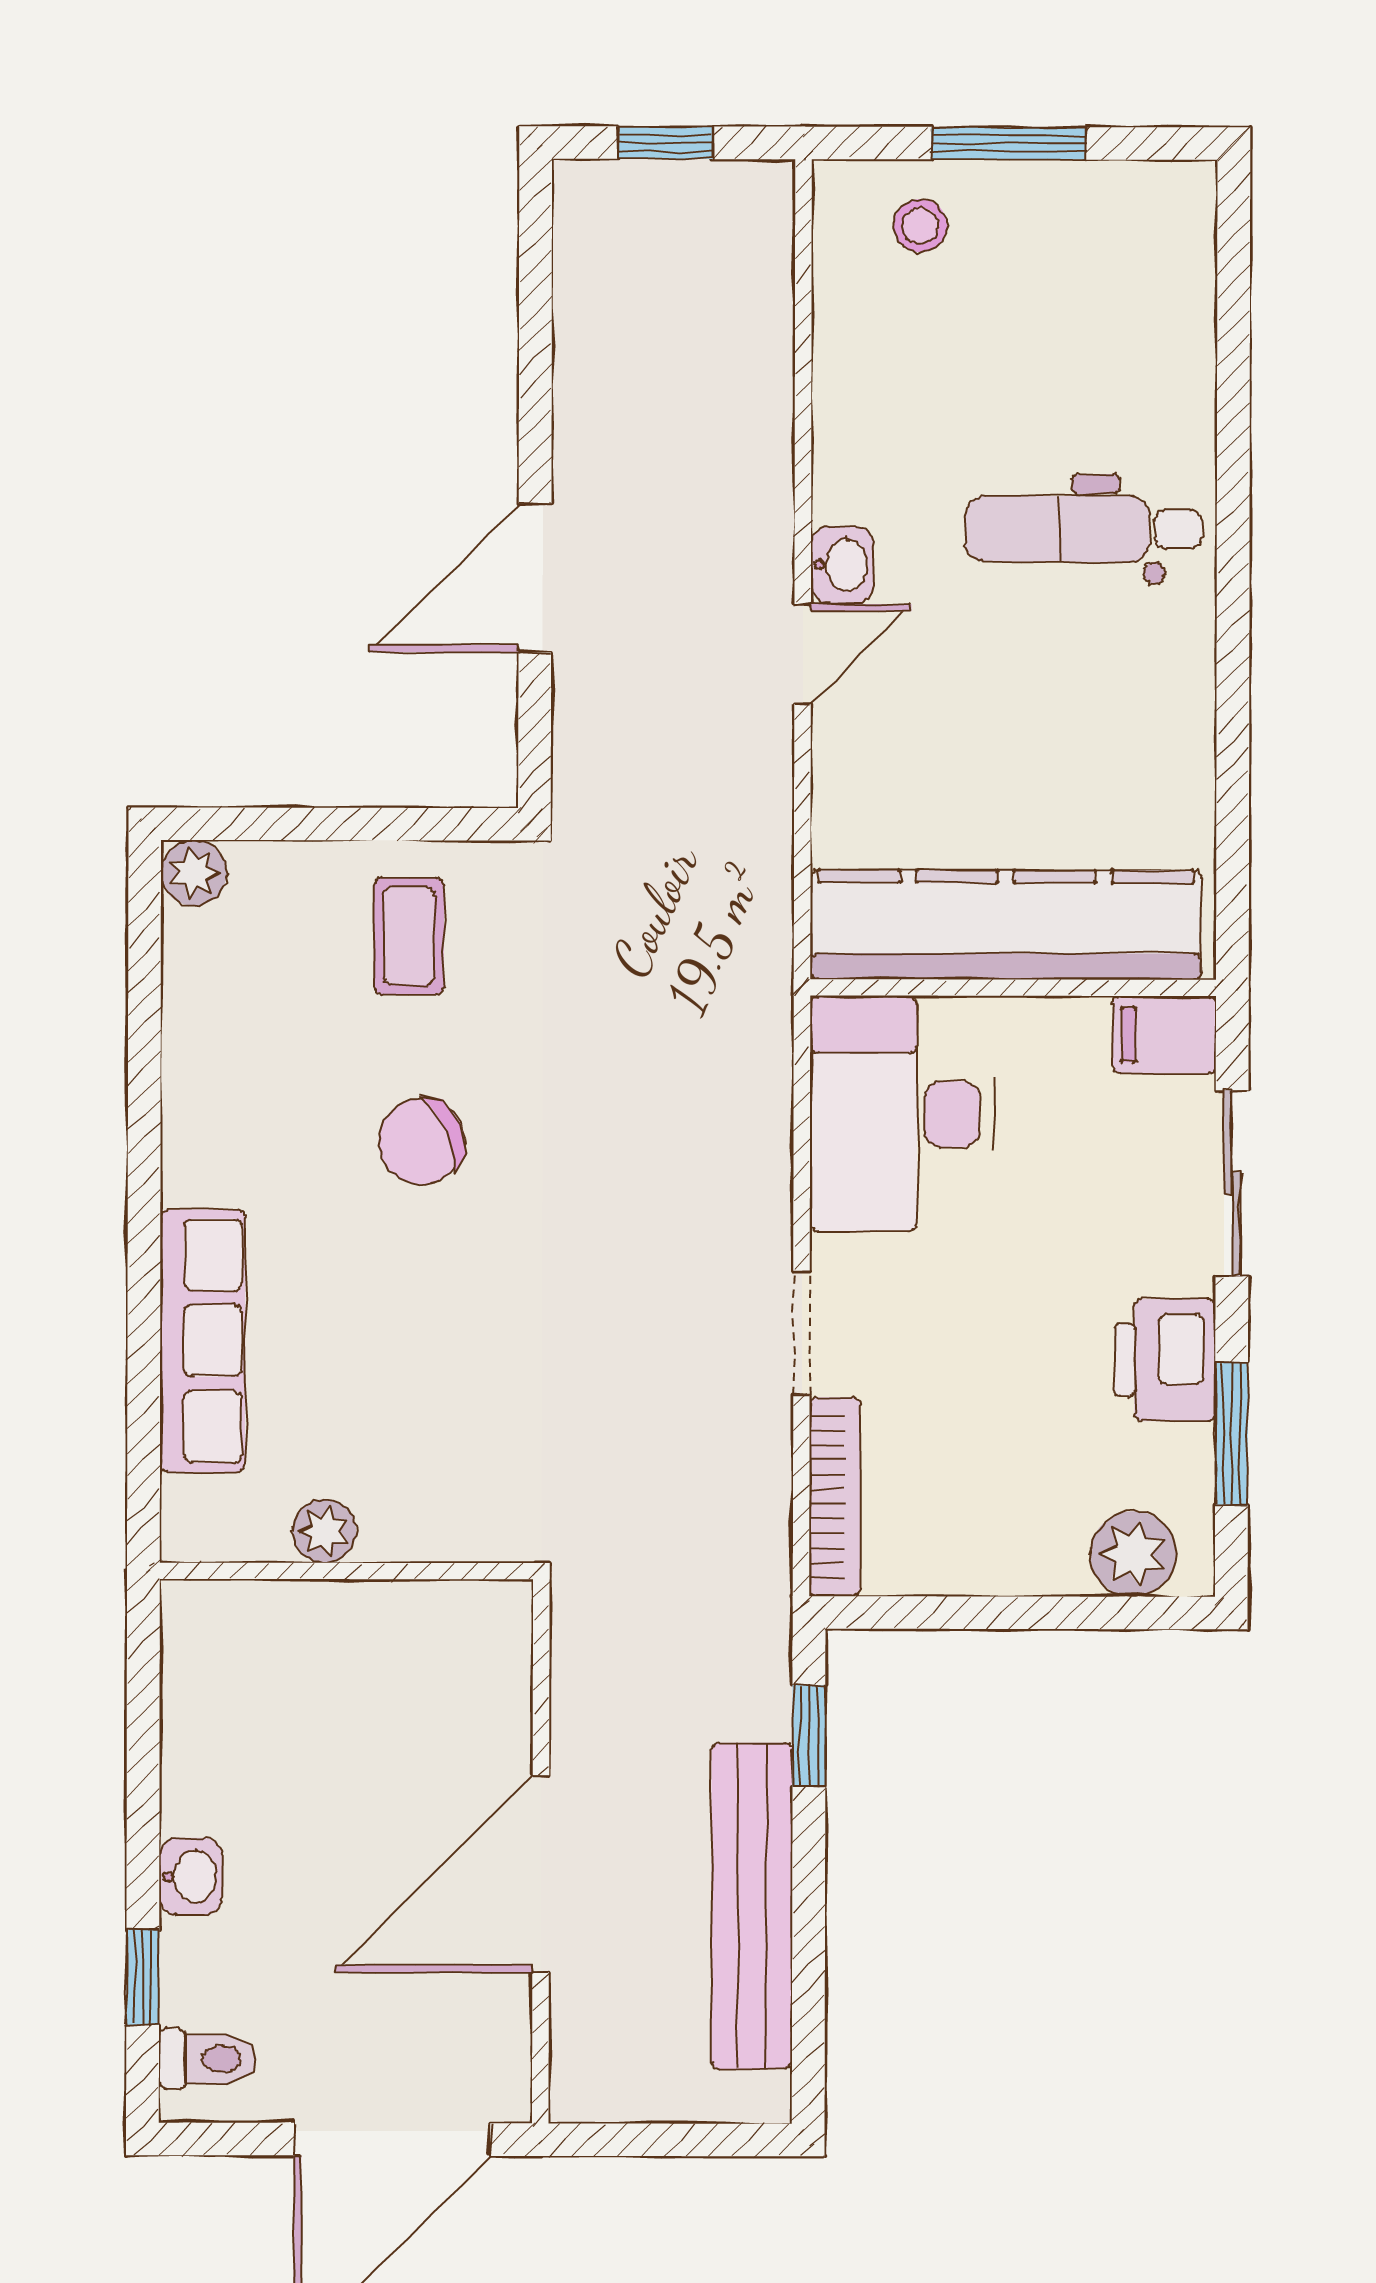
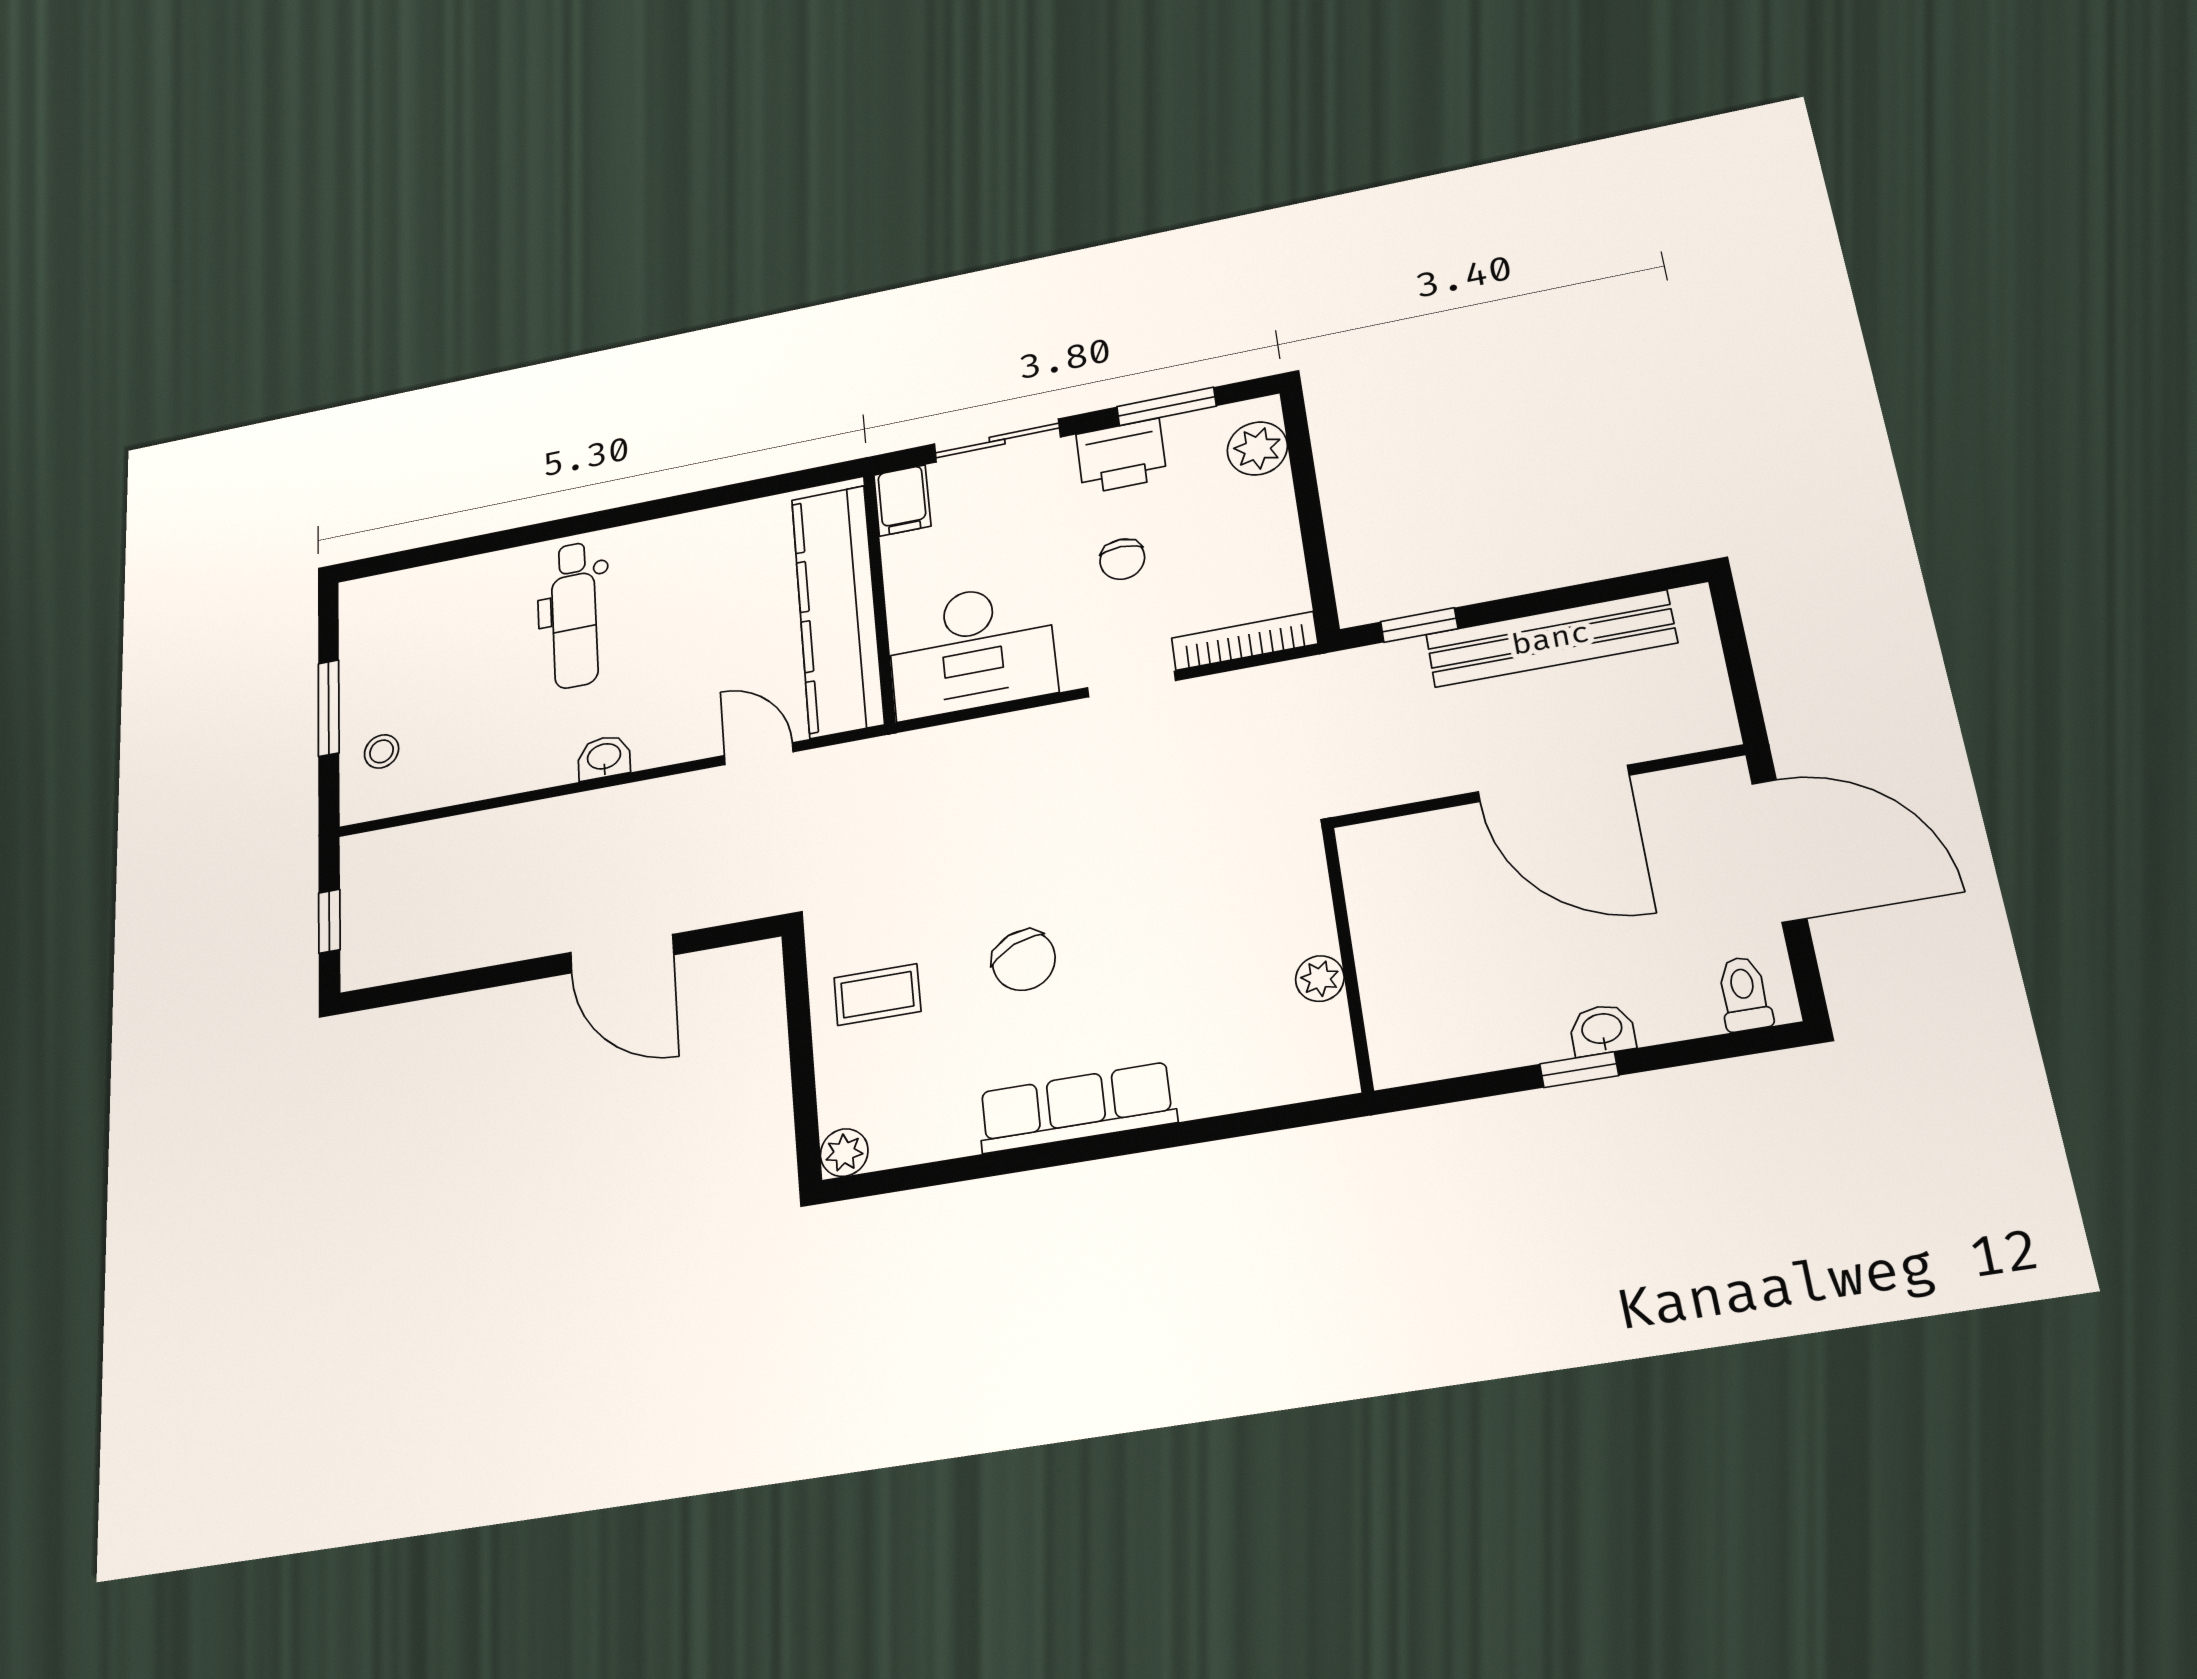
door: (803, 654) -> (759, 754), moved
row of seats: (203, 1341) -> (1077, 1108), moved
chair: (999, 1343) -> (1122, 559), added
window: (143, 1977) -> (1579, 1070), moved

